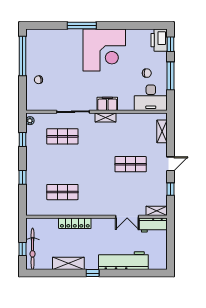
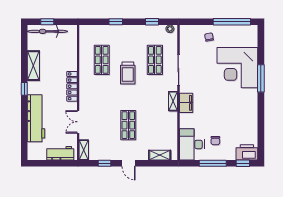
corner desk: (104, 50) -> (237, 68), moved
trolley: (76, 165) -> (128, 73), added
locker: (75, 223) -> (72, 86), moved
workbench: (153, 225) -> (60, 153), moved, turned 90

